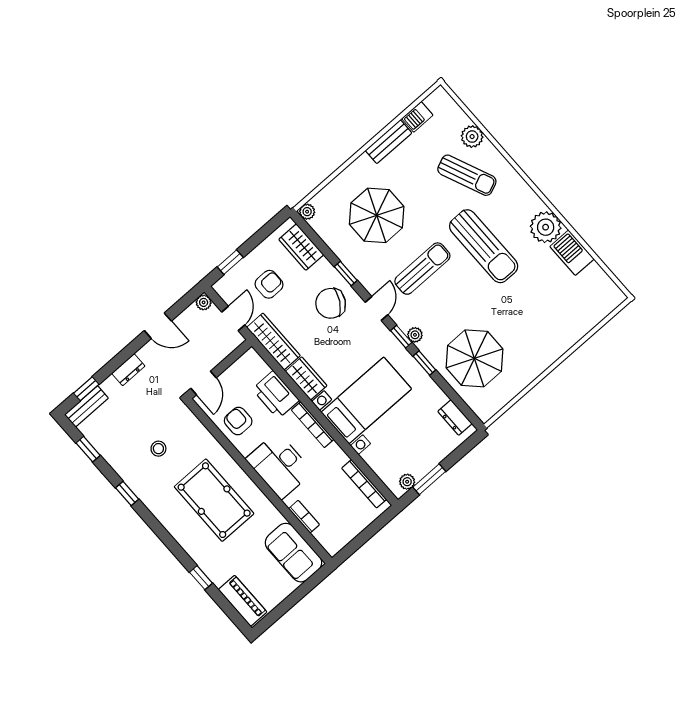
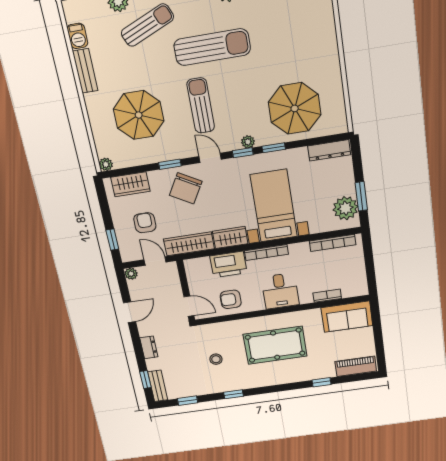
dresser: (455, 418) -> (329, 150), width x1.44
desk: (279, 465) -> (280, 291), width x0.73
plant: (407, 482) -> (345, 208), width x1.88, depth x1.88

